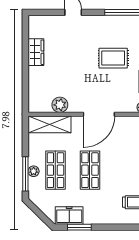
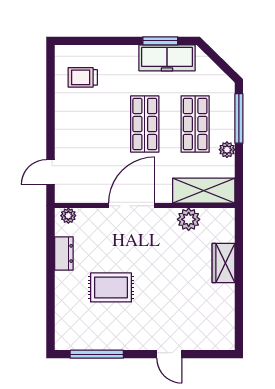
wardrobe: (36, 52) -> (224, 263), moved
plant: (34, 171) -> (227, 150), moved
freezer: (69, 215) -> (167, 58), width x1.40

